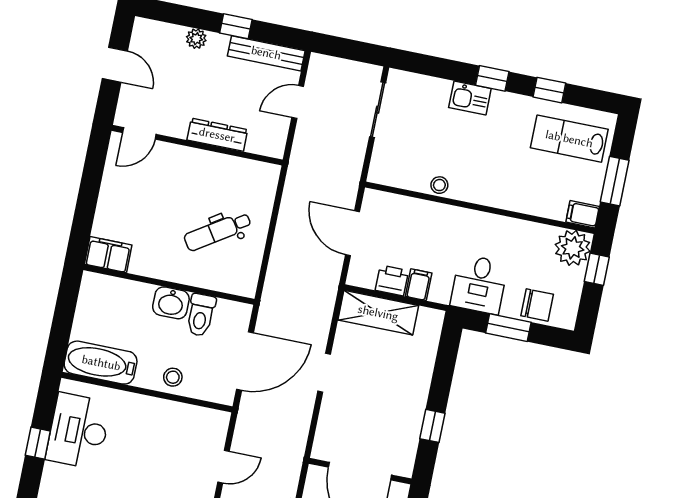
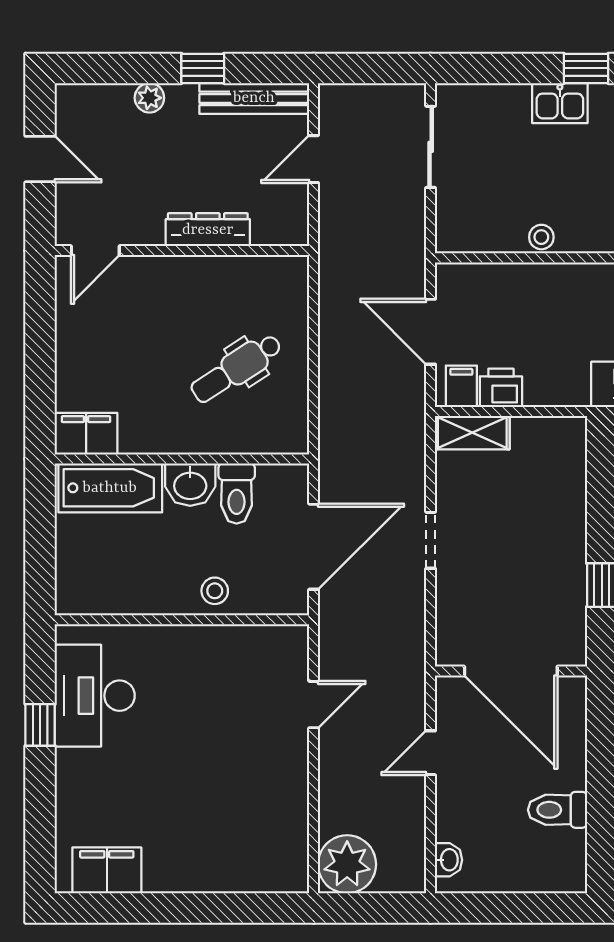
filing cabinet: (419, 285) -> (461, 386), moved
shelving: (378, 313) -> (472, 433), width x0.67, depth x0.75
bathtub: (101, 363) -> (110, 488), moved, turned 180

